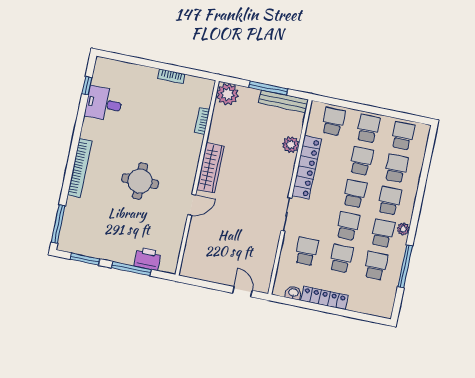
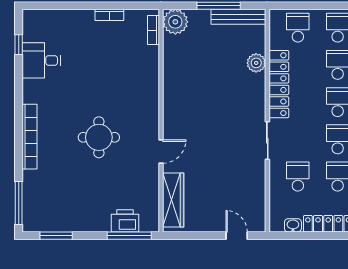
bookcase: (202, 121) -> (153, 30), moved
wardrobe: (210, 168) -> (173, 200), moved
window: (131, 269) -> (129, 236), moved

